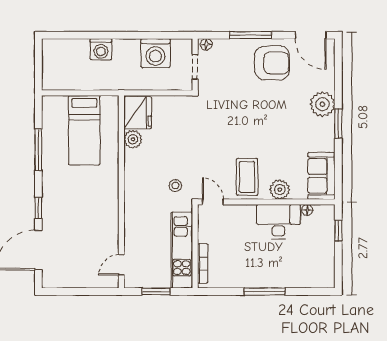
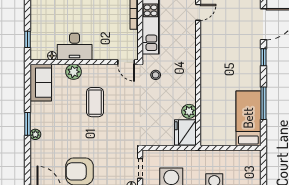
plant: (322, 104) -> (35, 134), width x0.53, depth x0.53
bed: (84, 130) -> (248, 118), moved
coffee table: (247, 177) -> (95, 102), moved

